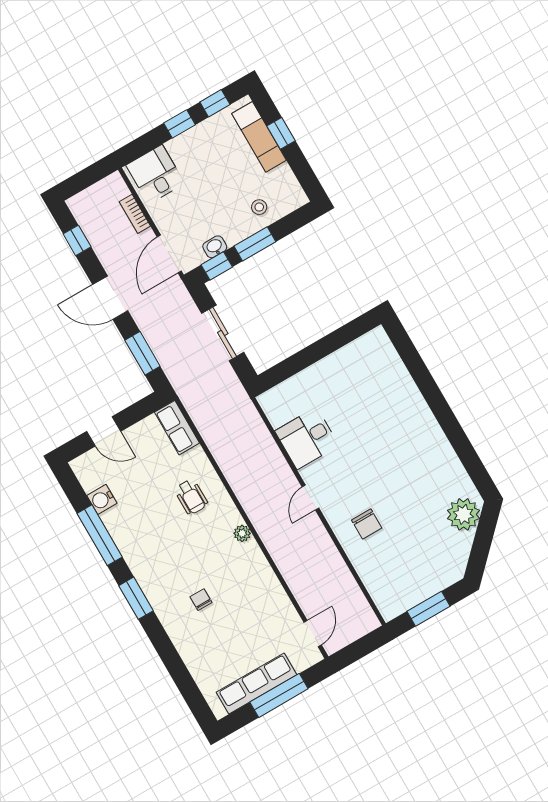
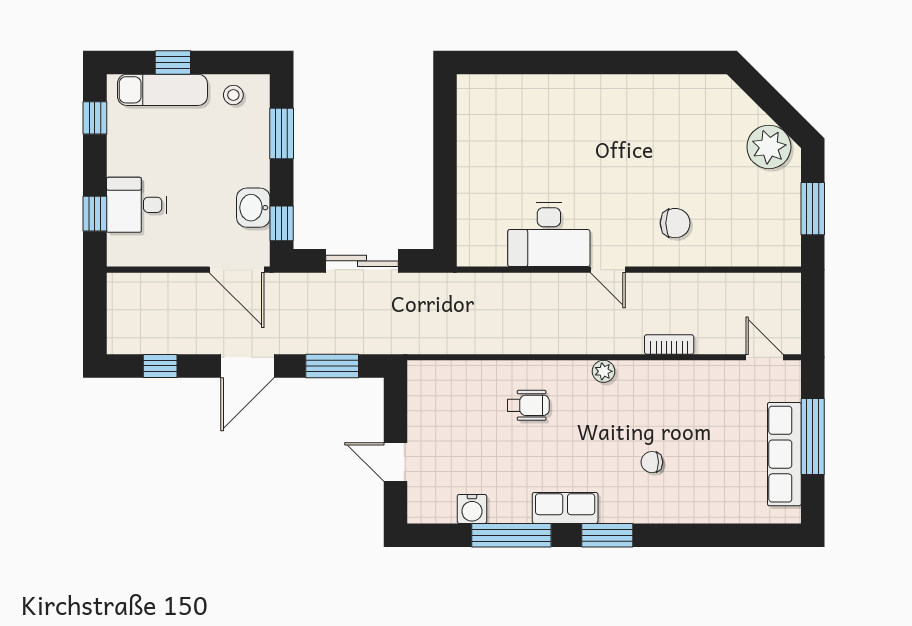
window: (180, 124) -> (95, 214), moved
desk: (155, 174) -> (136, 205), moved
stool: (259, 207) -> (233, 95), moved
bookcase: (135, 214) -> (669, 344), moved, turned 180
window: (255, 244) -> (282, 134), moved
washbasin: (215, 247) -> (253, 208), width x1.38, depth x1.45
row of seats: (177, 428) -> (565, 508), moved, turned 180
door: (104, 431) -> (395, 462), swing flipped
desk: (307, 438) -> (549, 235), width x1.37
plant: (463, 514) -> (769, 147), moved

